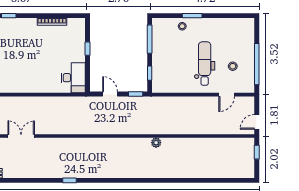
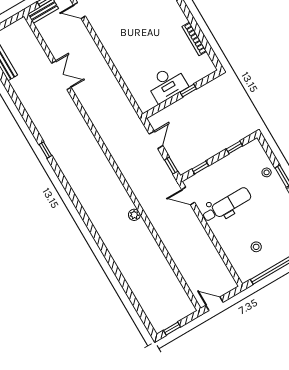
window: (150, 39) -> (234, 147), width x0.46
dental chair: (205, 64) -> (227, 205), moved
desk: (73, 78) -> (167, 84), moved
door: (227, 95) -> (188, 196), moved
window: (257, 152) -> (172, 329), moved

